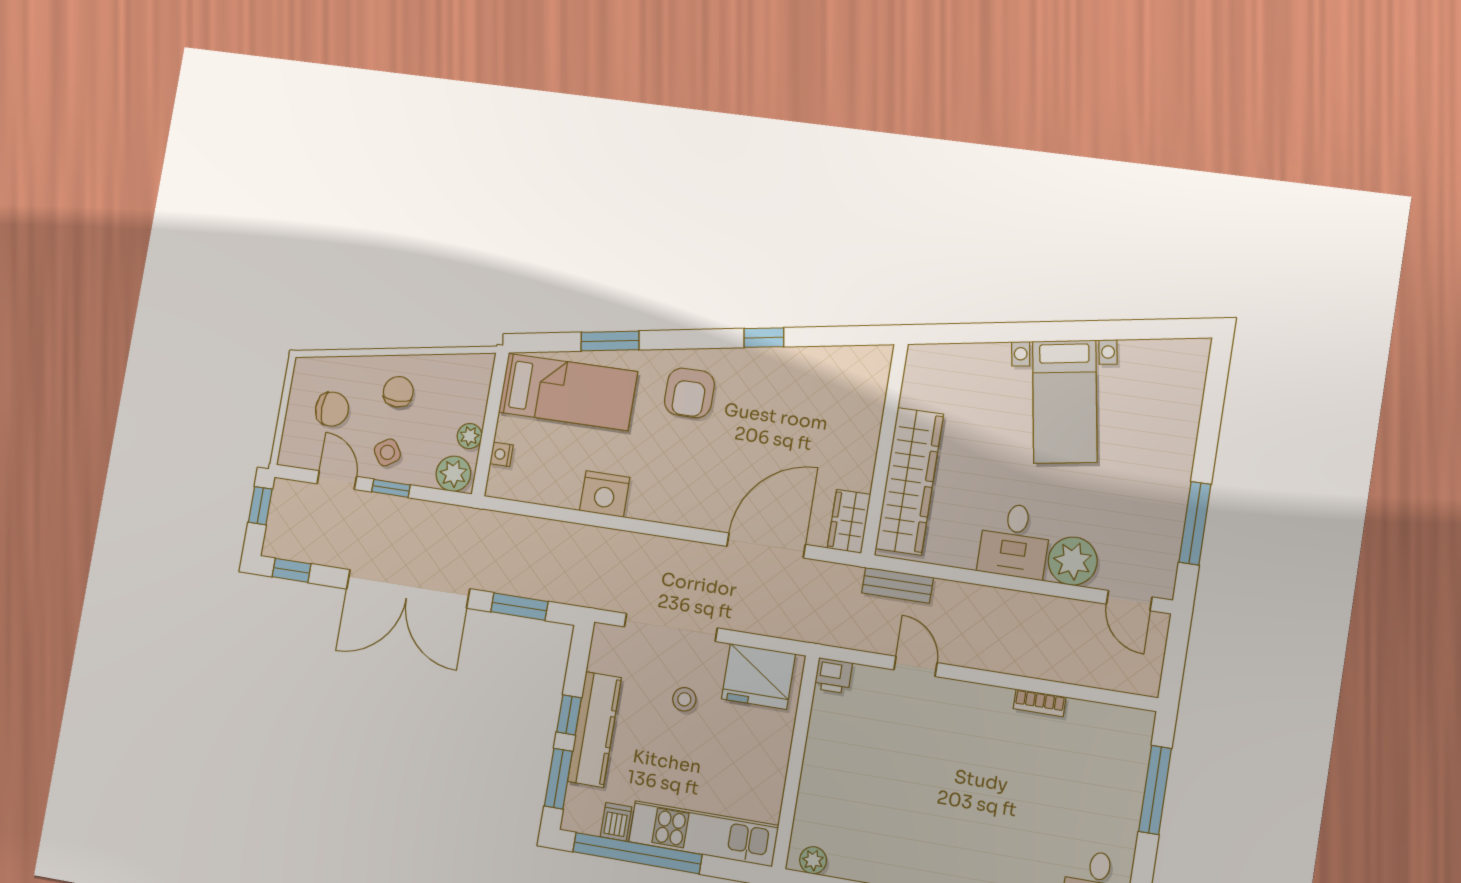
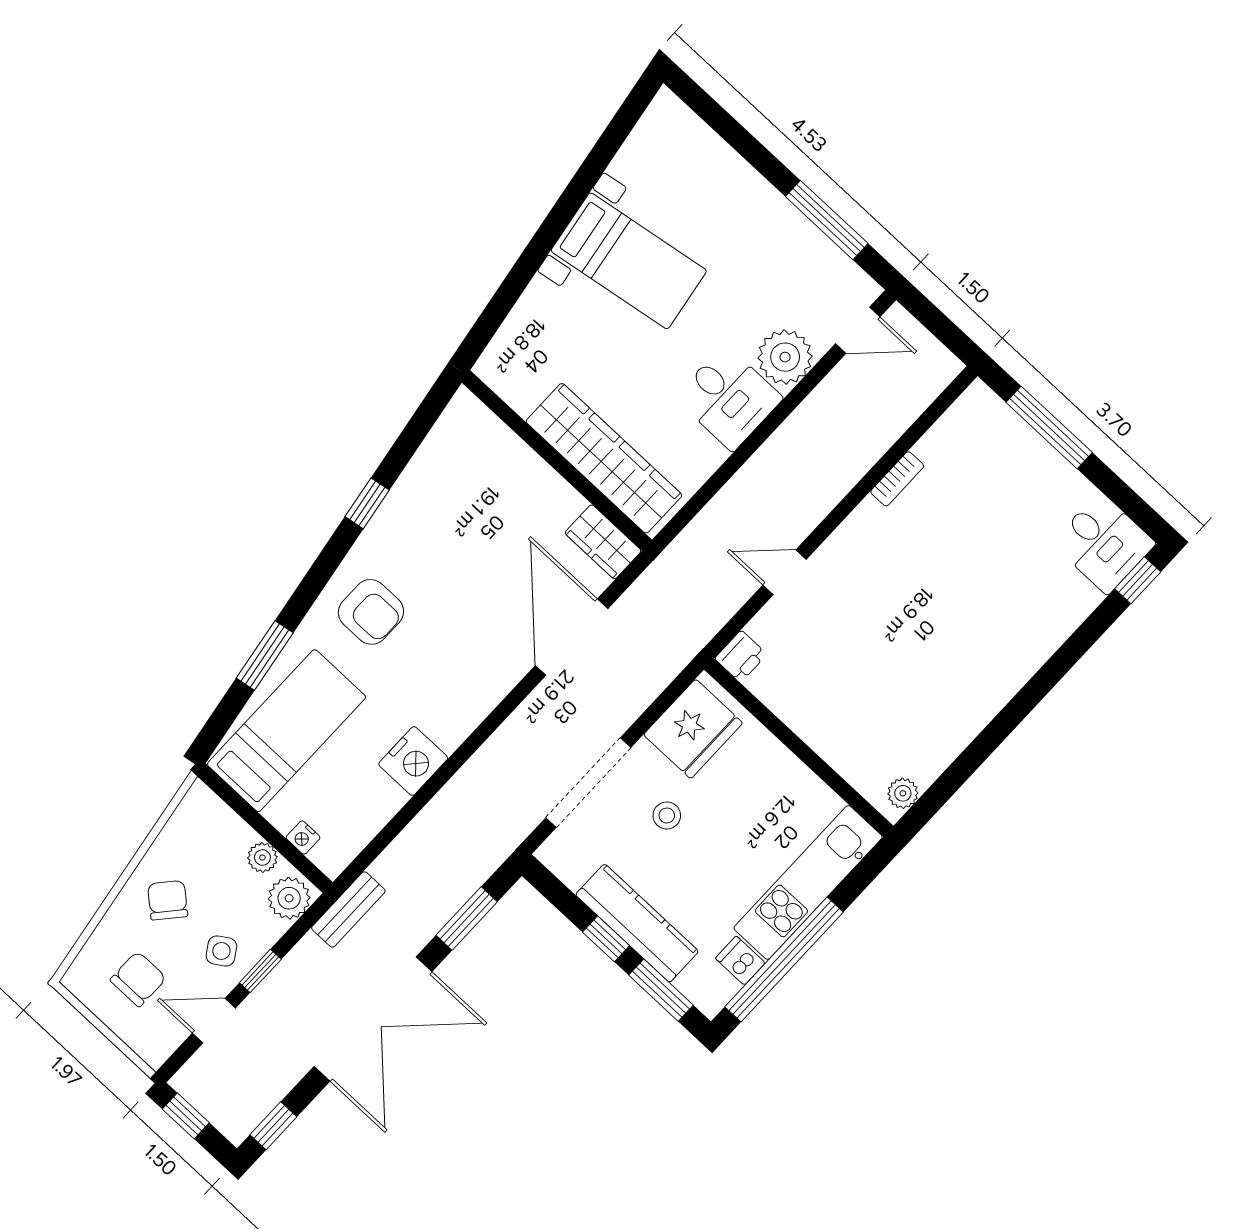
chair: (398, 392) -> (168, 900), turned 41
bench: (897, 585) -> (348, 909), moved

